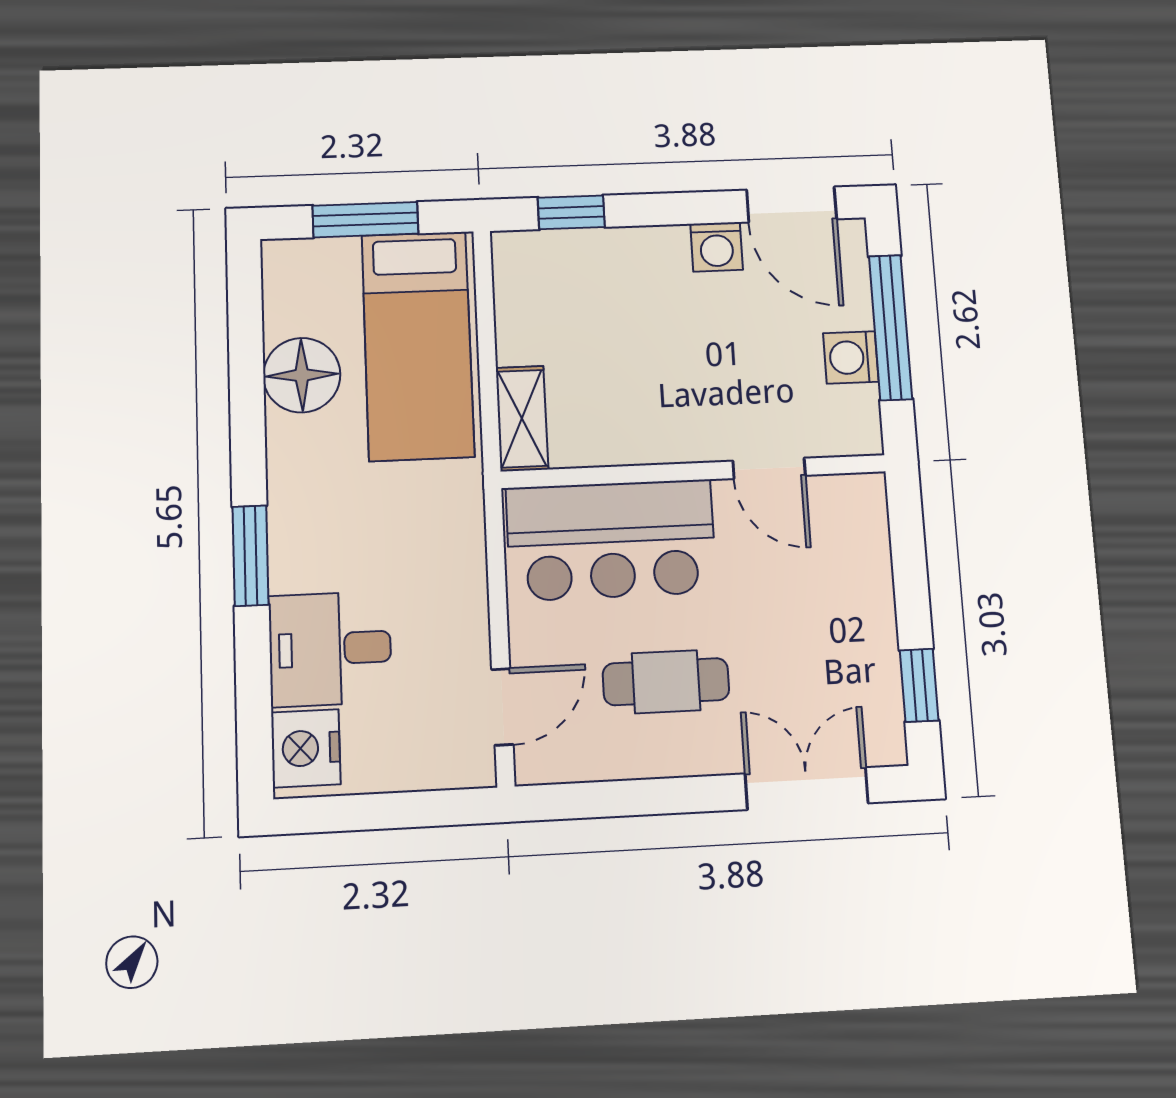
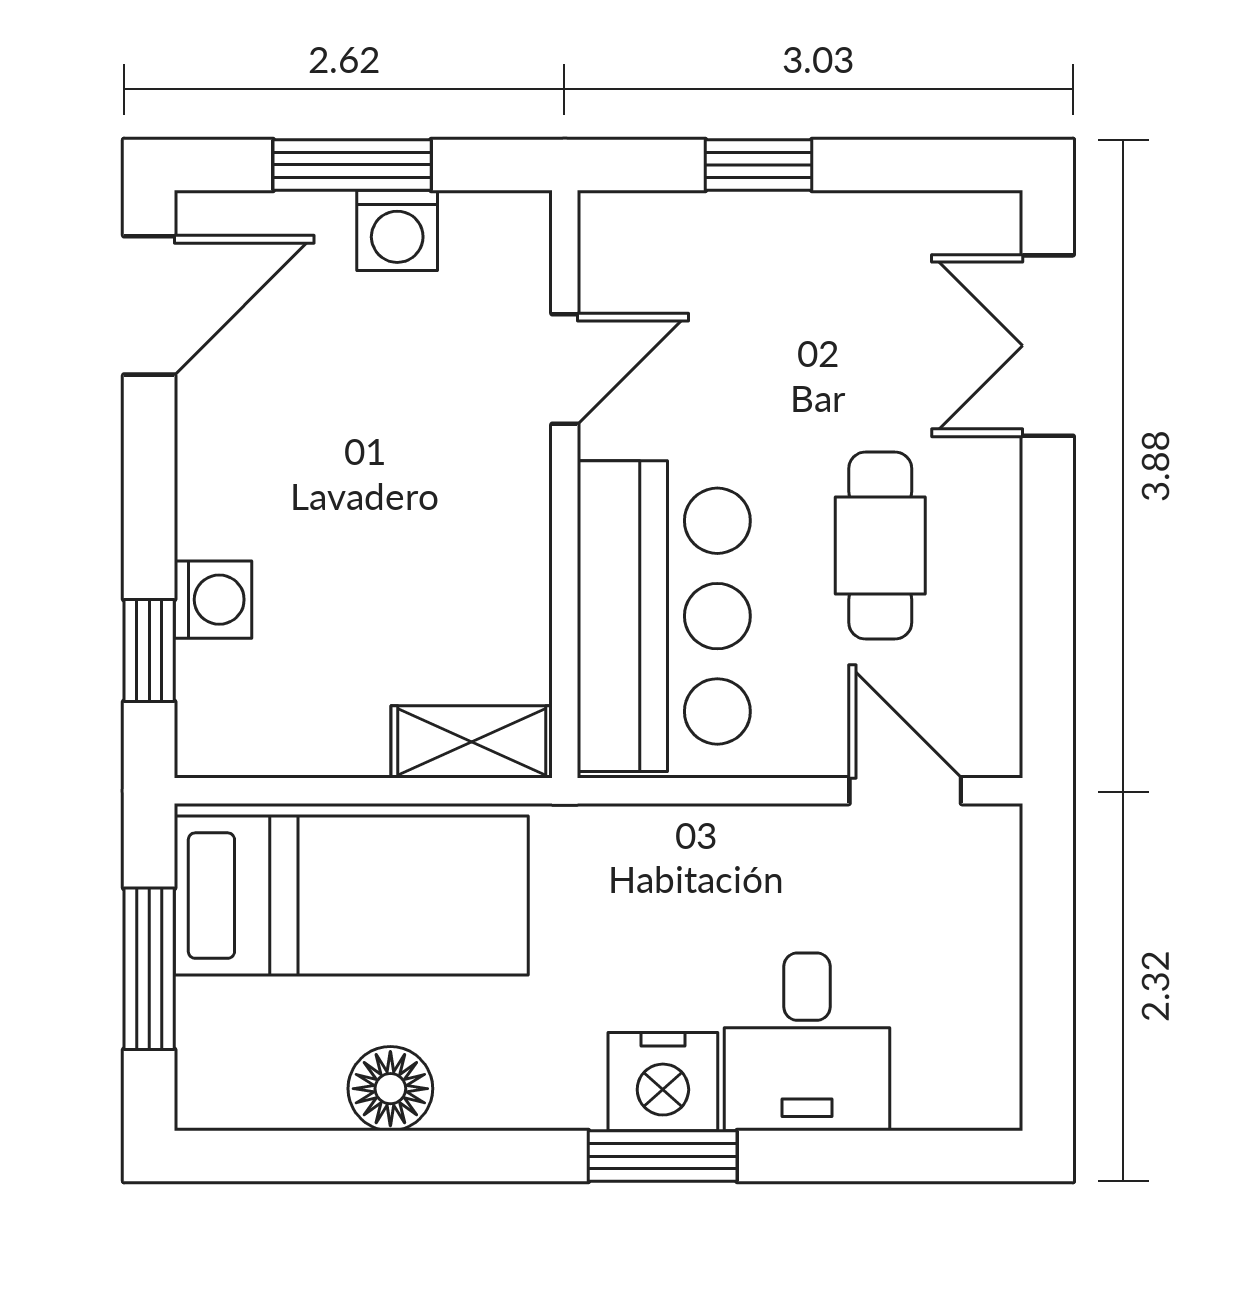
washing machine: (717, 247) -> (213, 600), moved
window: (890, 327) -> (352, 165), width x0.69
floor lamp: (302, 375) -> (390, 1089), width x0.73, depth x0.73
window: (919, 685) -> (759, 165), moved
nightstand: (306, 748) -> (663, 1082), moved

